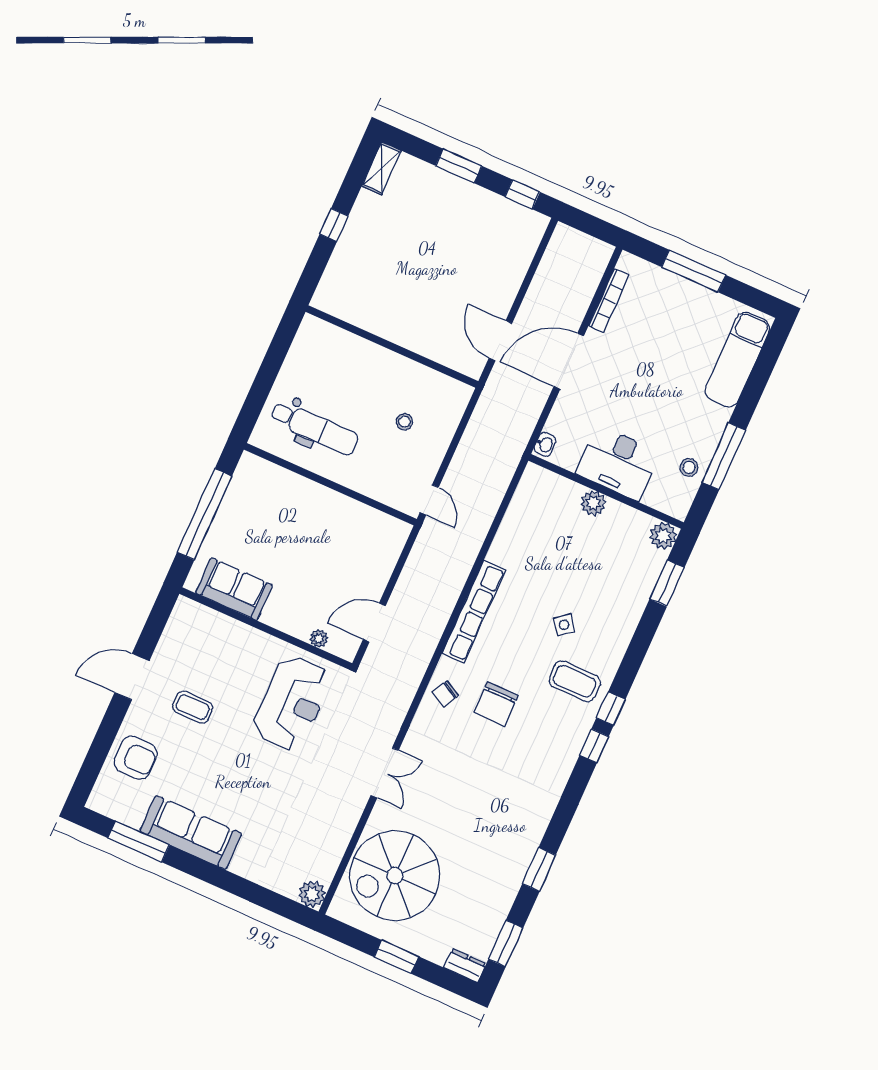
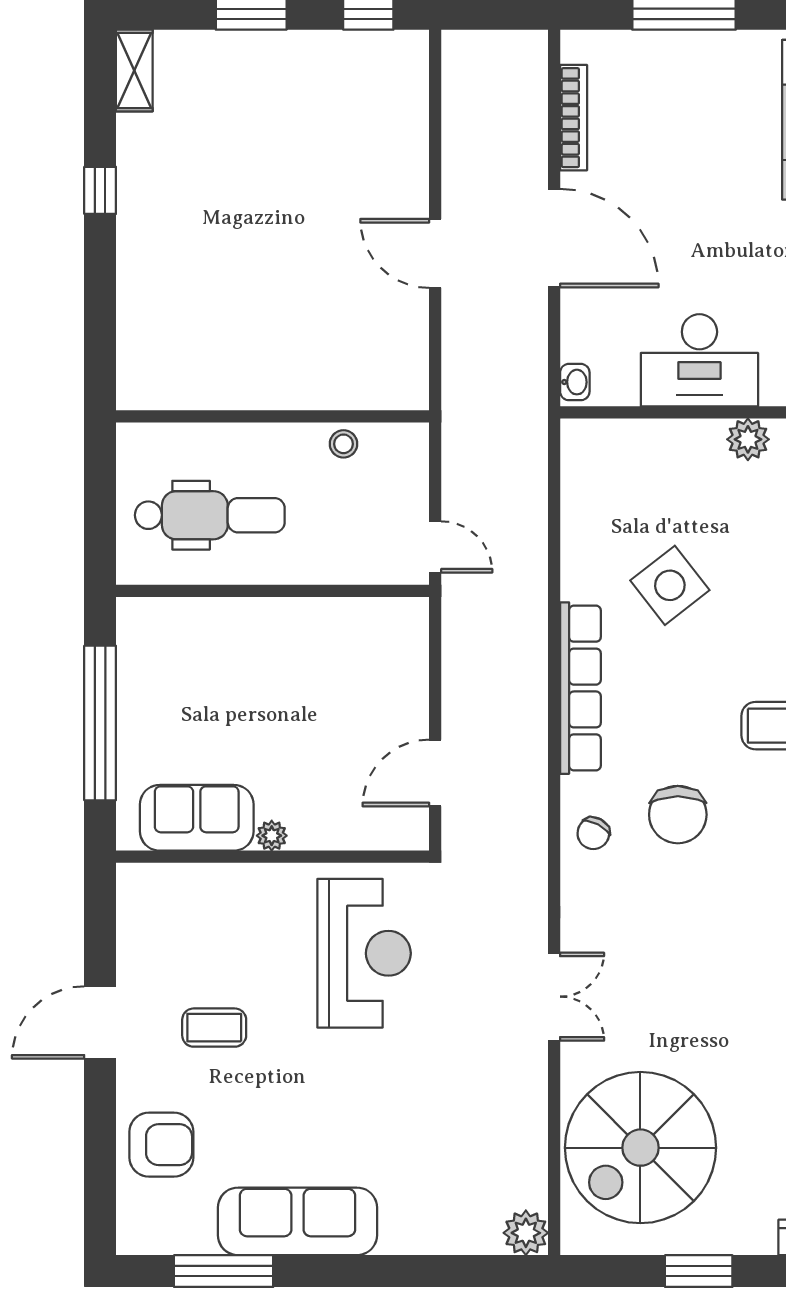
wall: (392, 347) -> (273, 416), moved
door: (569, 361) -> (554, 238), swing flipped
plant: (593, 503) -> (748, 439), moved
side table: (564, 625) -> (670, 585), moved, width x1.87, depth x1.87
plant: (319, 639) -> (272, 836), moved

